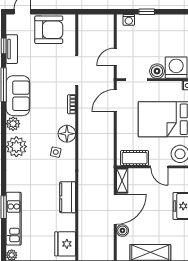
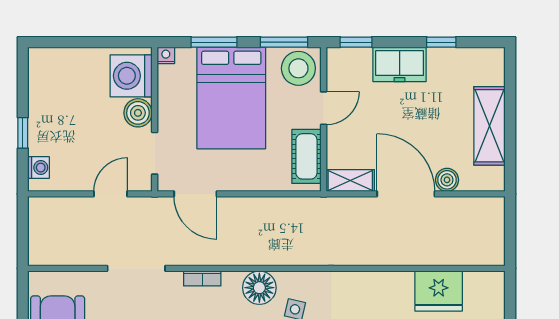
door: (115, 57) -> (110, 194), swing flipped
kitchen counter: (68, 197) -> (383, 286), removed
fridge: (65, 244) -> (439, 291), moved

